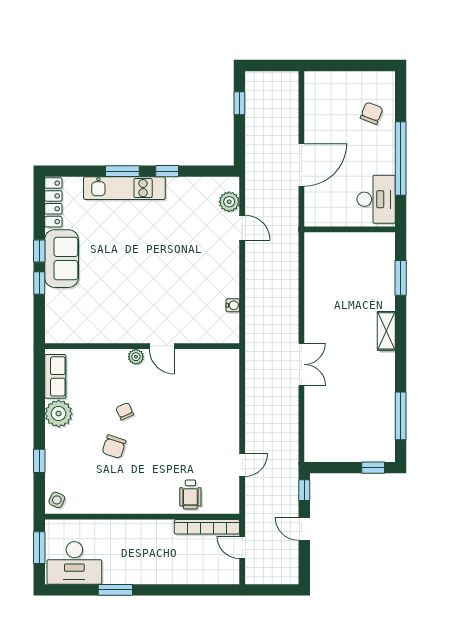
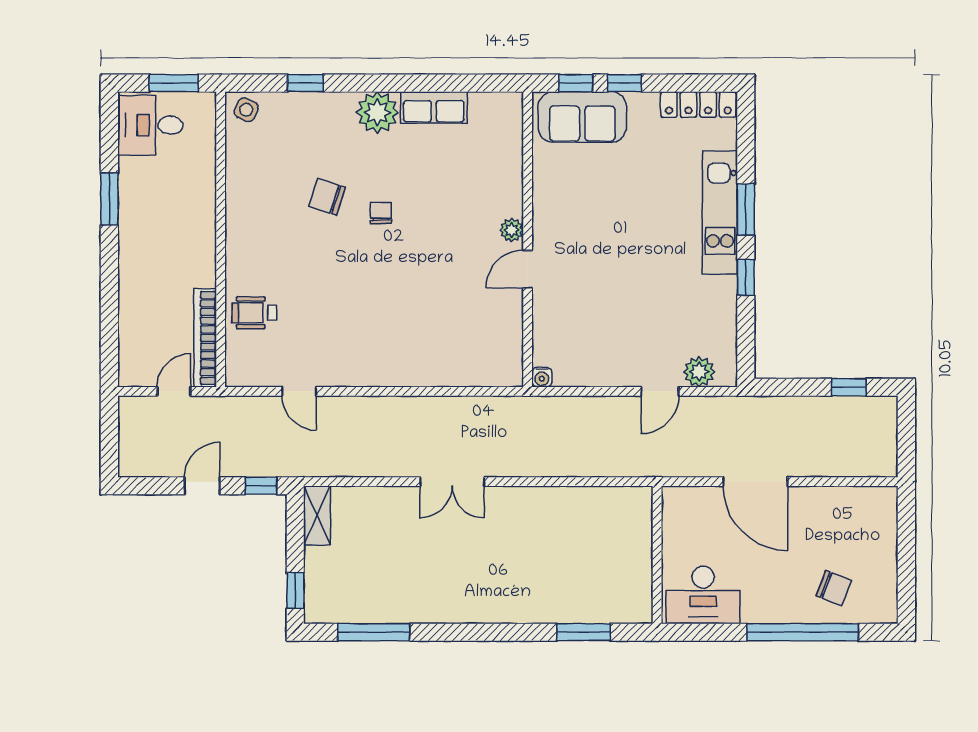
window: (401, 158) -> (803, 632), moved
sofa: (62, 259) -> (582, 117), moved
shelving: (386, 331) -> (317, 515), moved, turned 90
wall: (142, 346) -> (528, 239), moved
door: (162, 346) -> (528, 269), moved
plant: (136, 357) -> (512, 230), moved
chair: (125, 411) -> (381, 213), turned -66
desk: (74, 563) -> (150, 125), width x0.73

